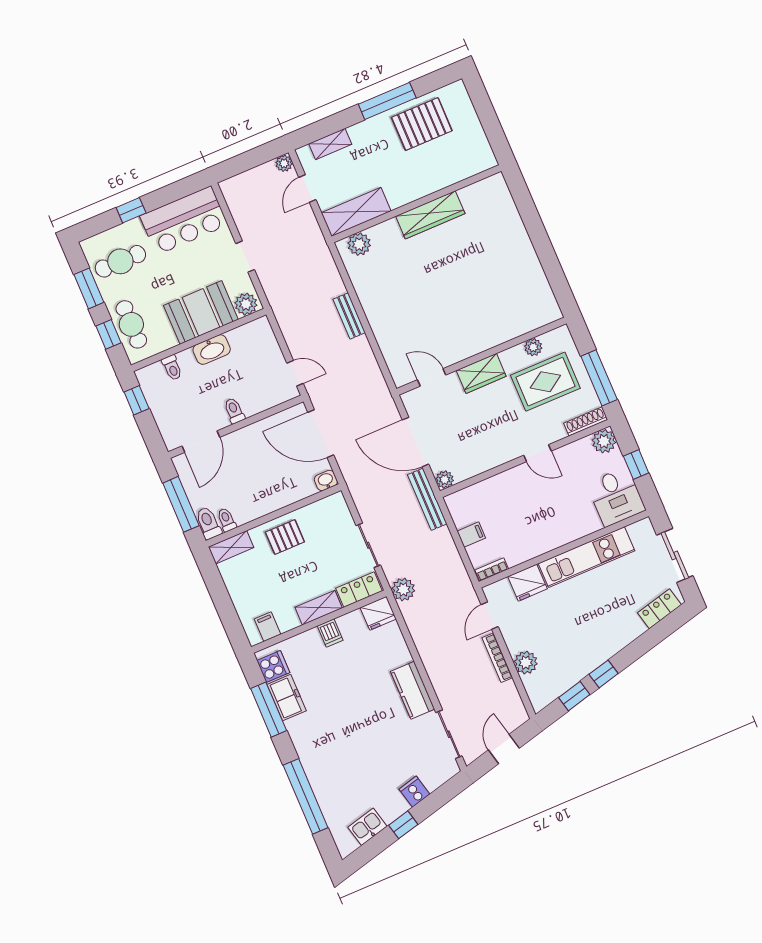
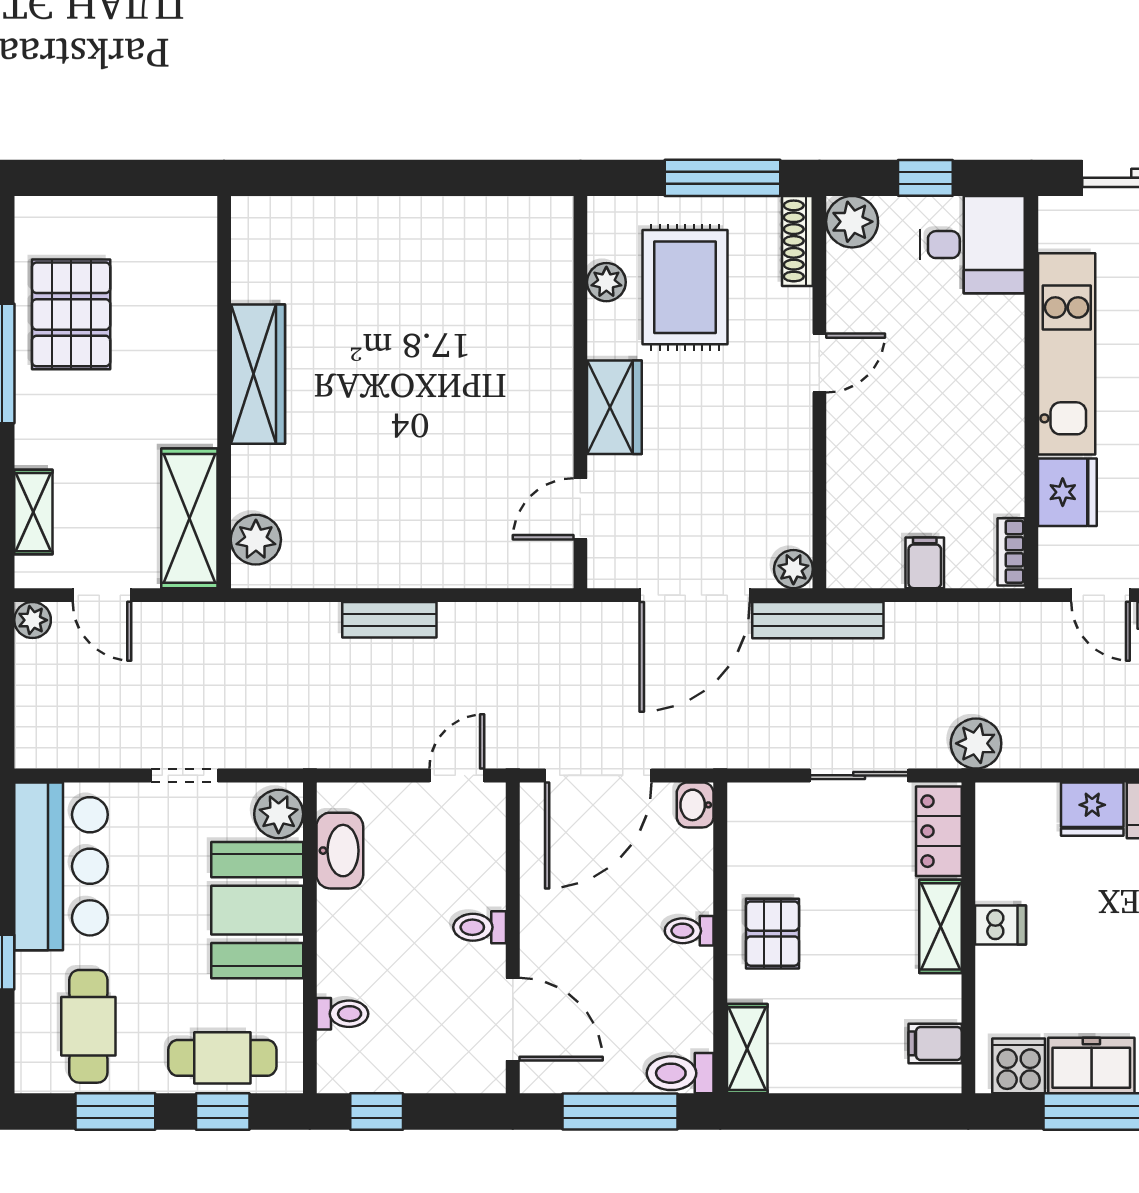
washbasin: (212, 350) -> (340, 851), moved
toilet: (227, 520) -> (689, 931), moved
fridge: (378, 613) -> (1092, 809), moved, turned 90

